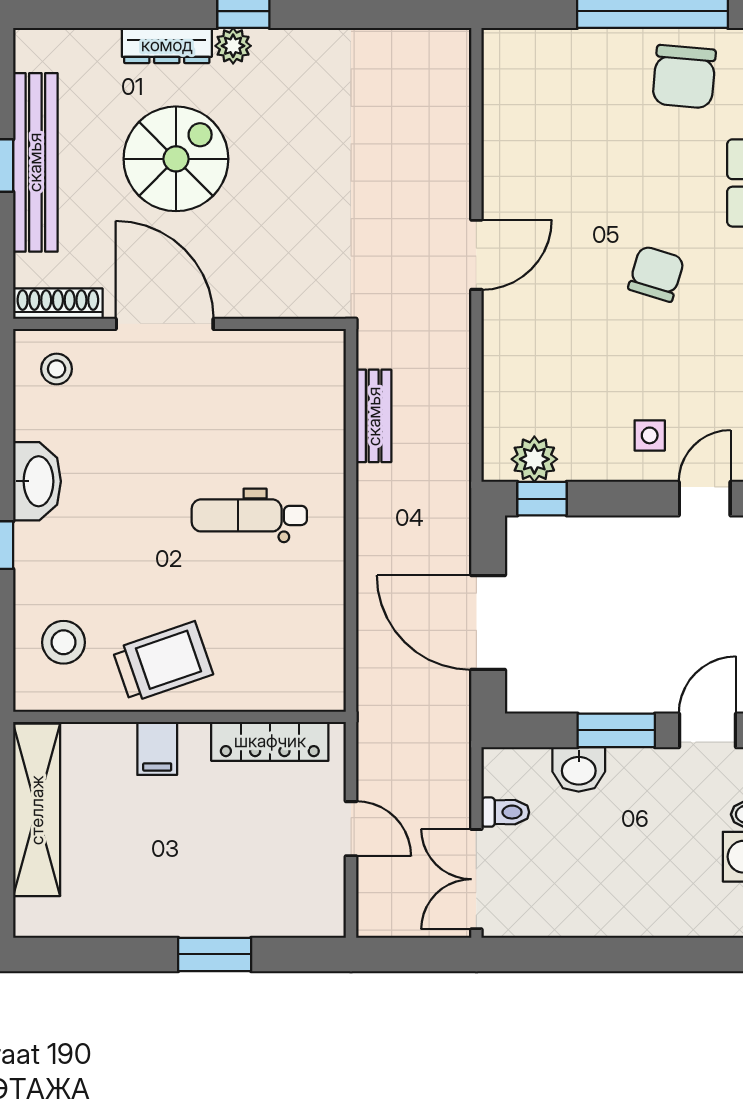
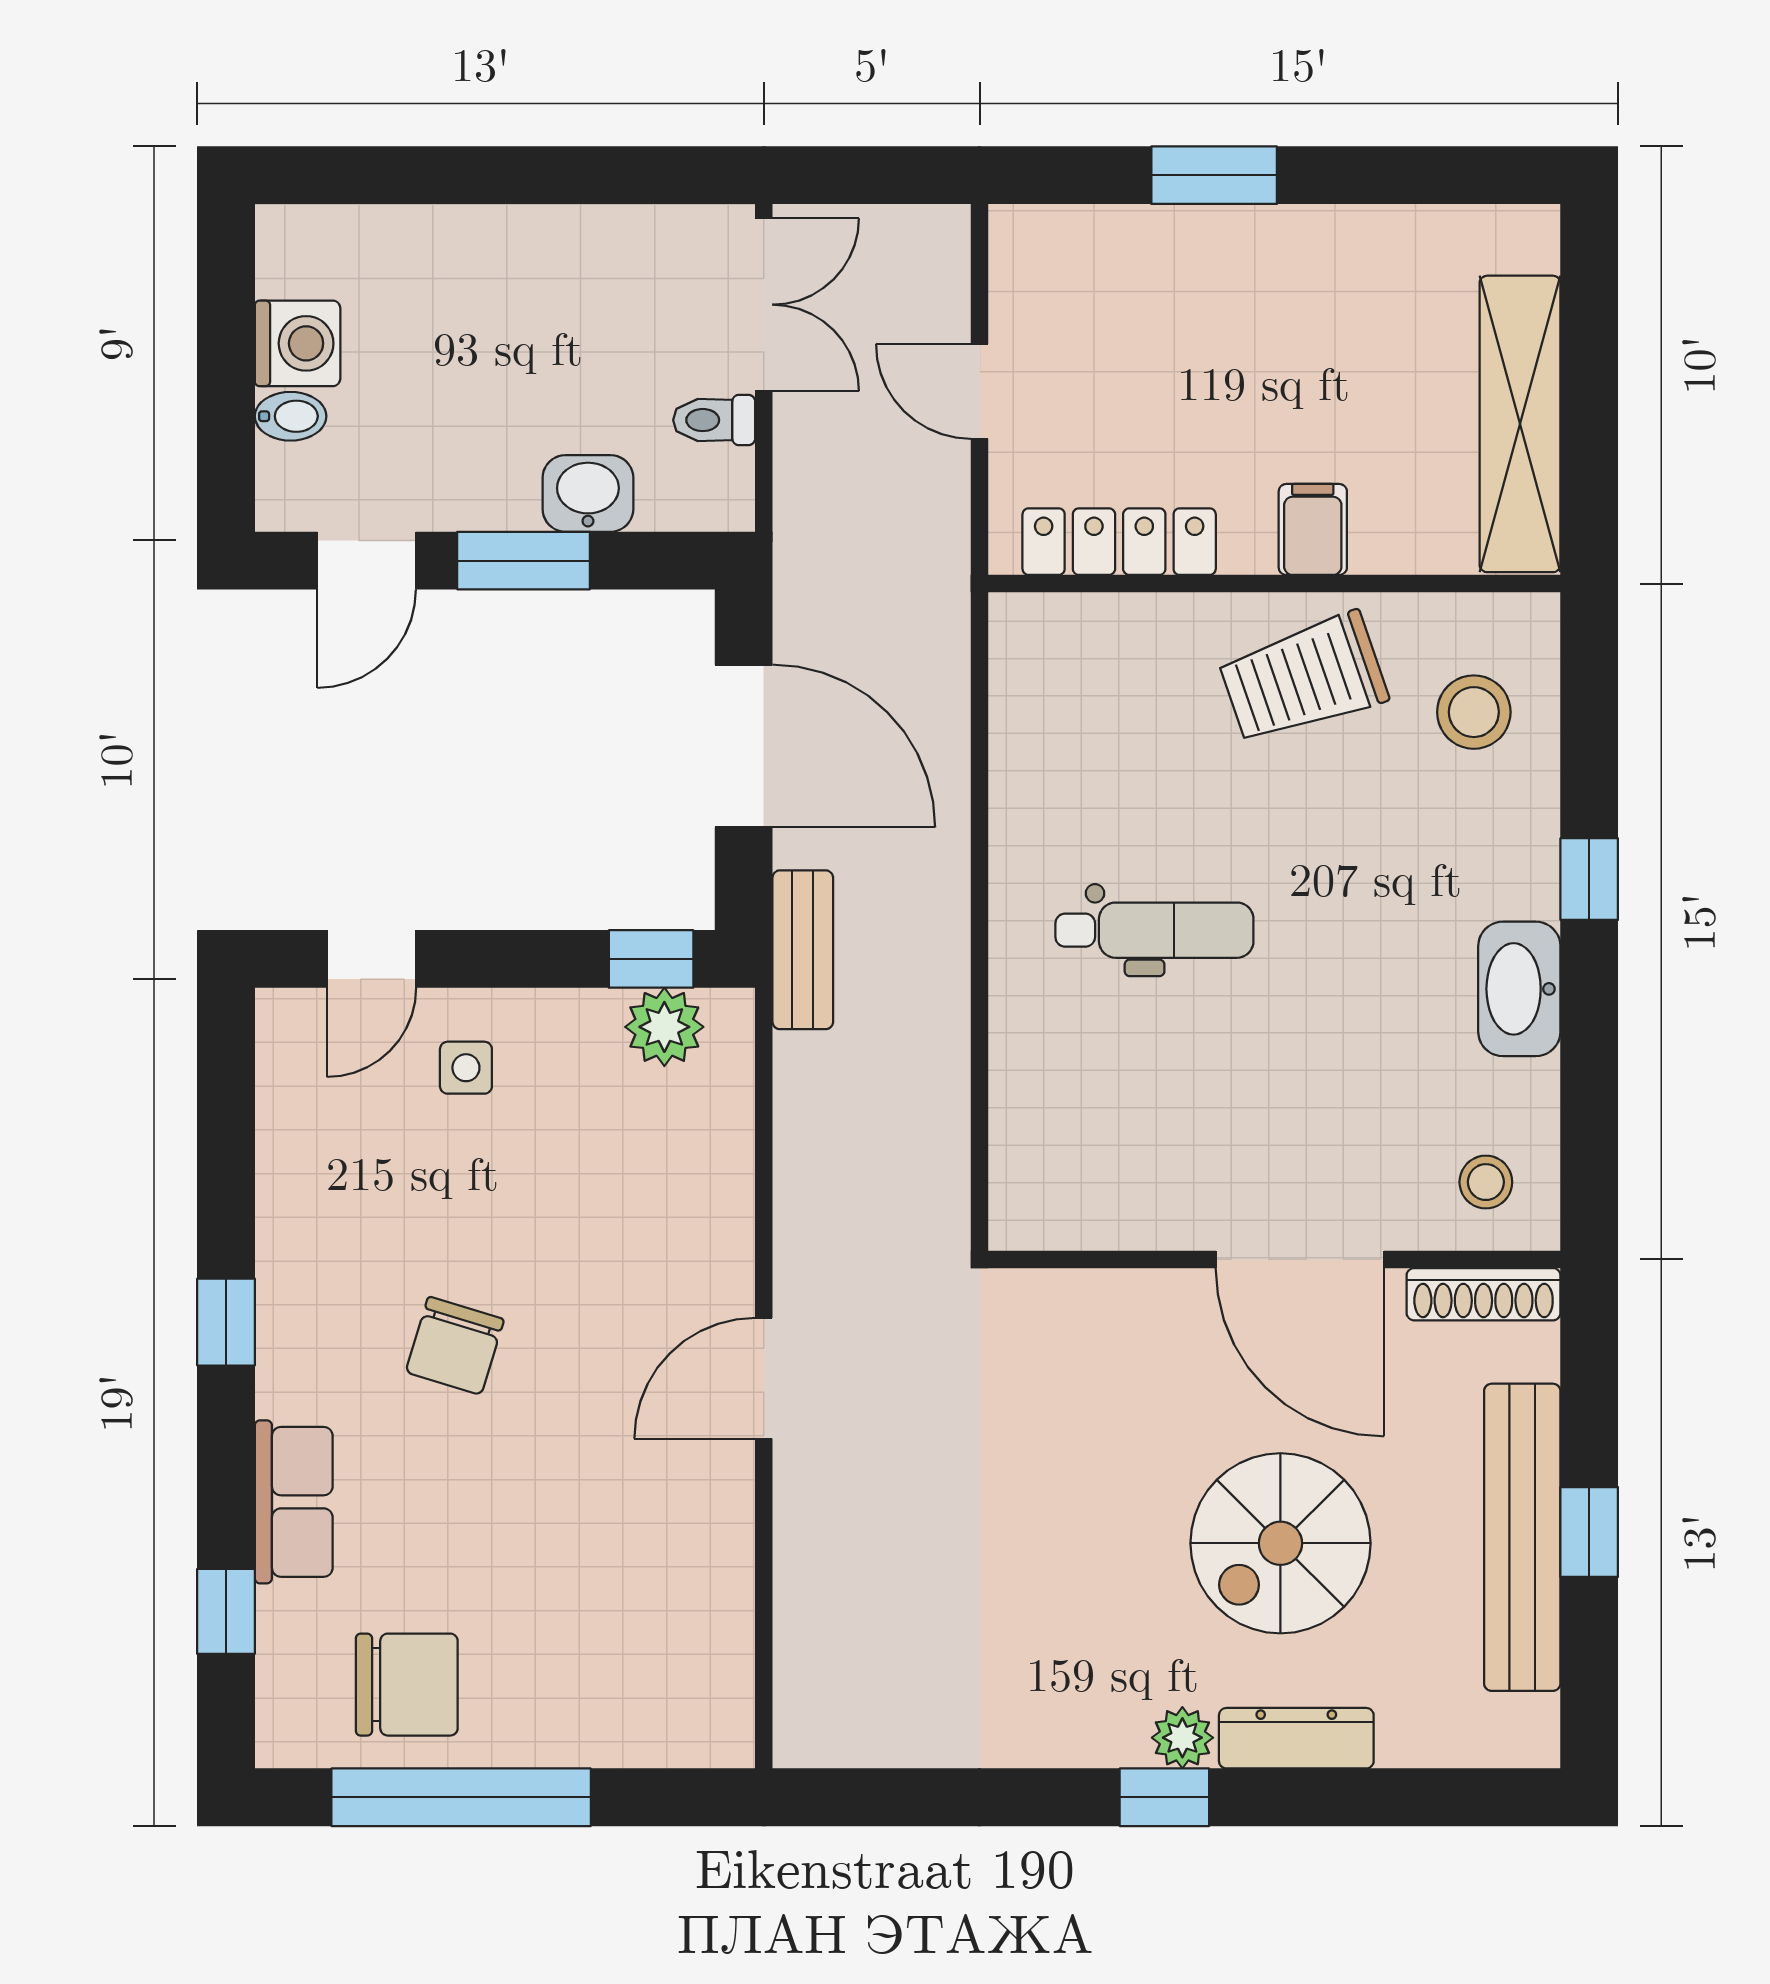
chair: (684, 77) -> (407, 1685), turned 85
bench: (374, 416) -> (803, 950), moved

